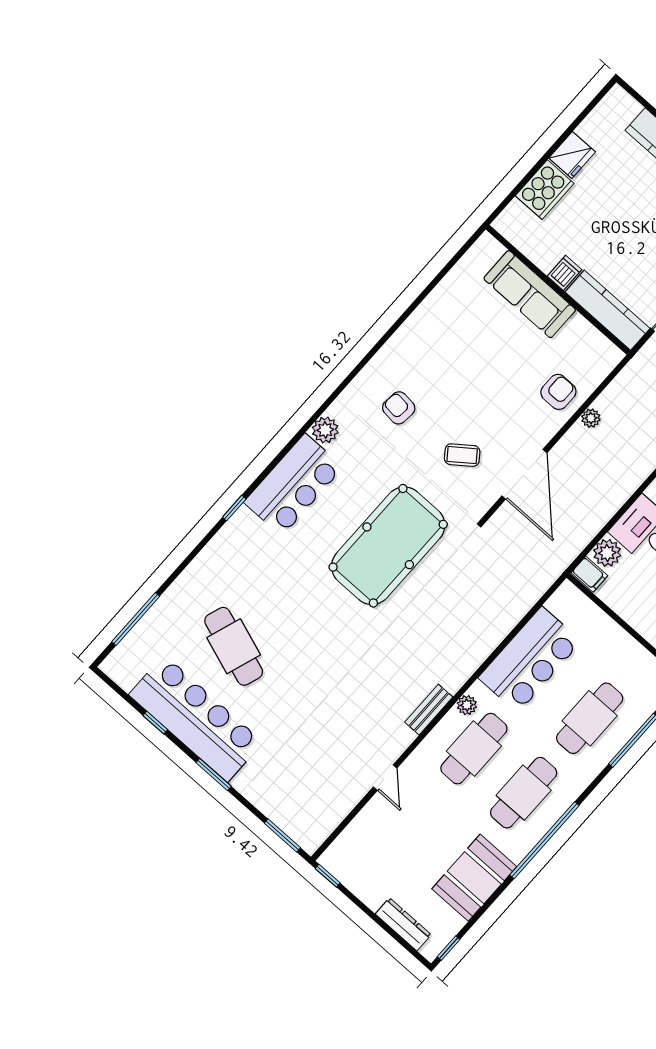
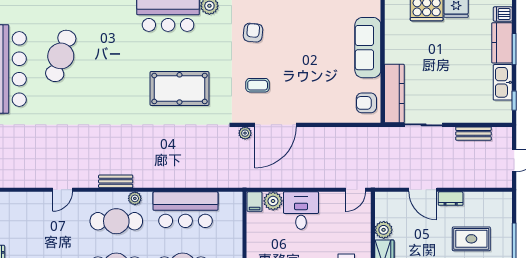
dishwasher: (564, 273) -> (503, 14), moved, turned 180
armchair: (558, 392) -> (366, 103), moved, turned 180
plant: (591, 418) -> (245, 133), moved
coffee table: (462, 455) -> (258, 85), turned -53
pool table: (388, 546) -> (179, 88), width x0.73, depth x0.76

